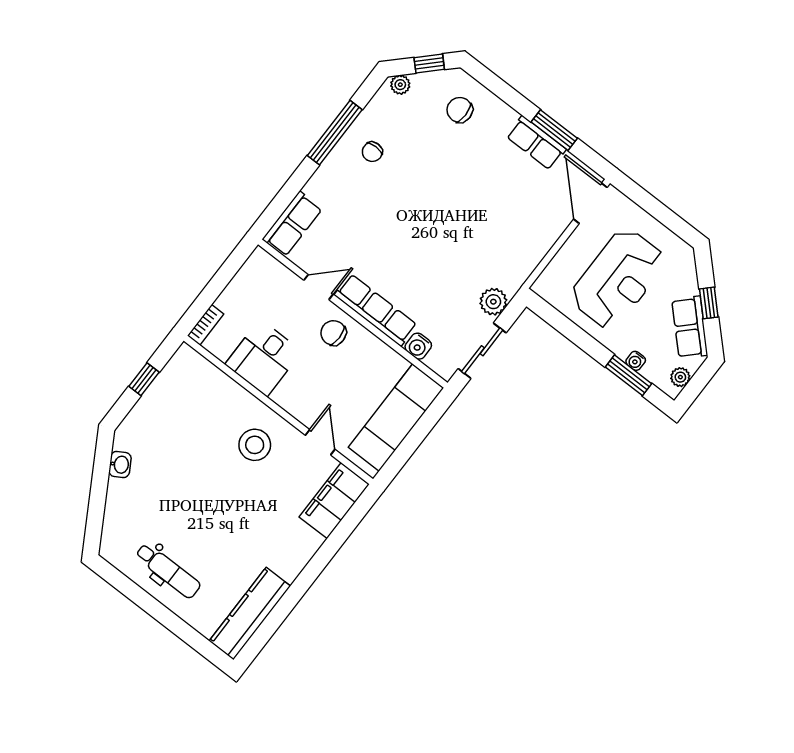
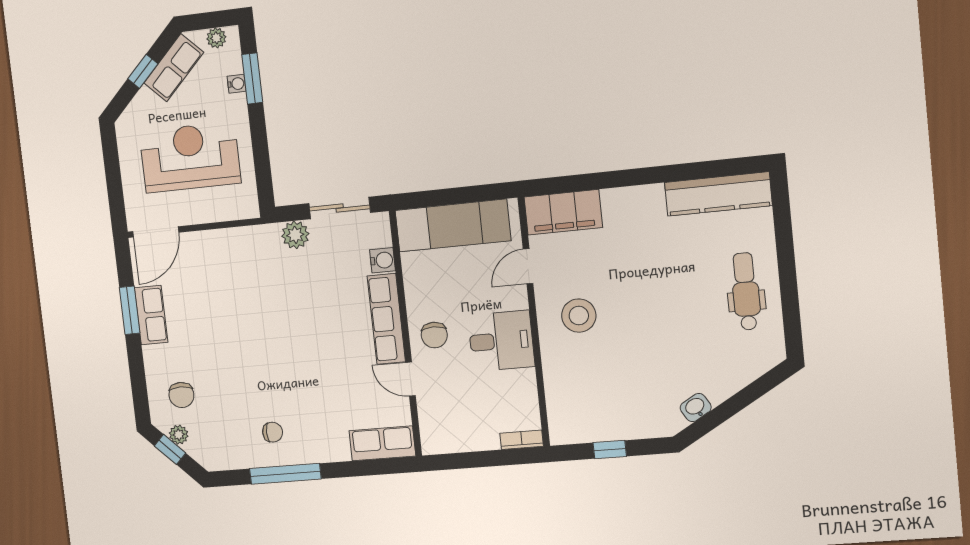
plant: (400, 85) -> (179, 435), moved
desk: (263, 358) -> (501, 341), moved

